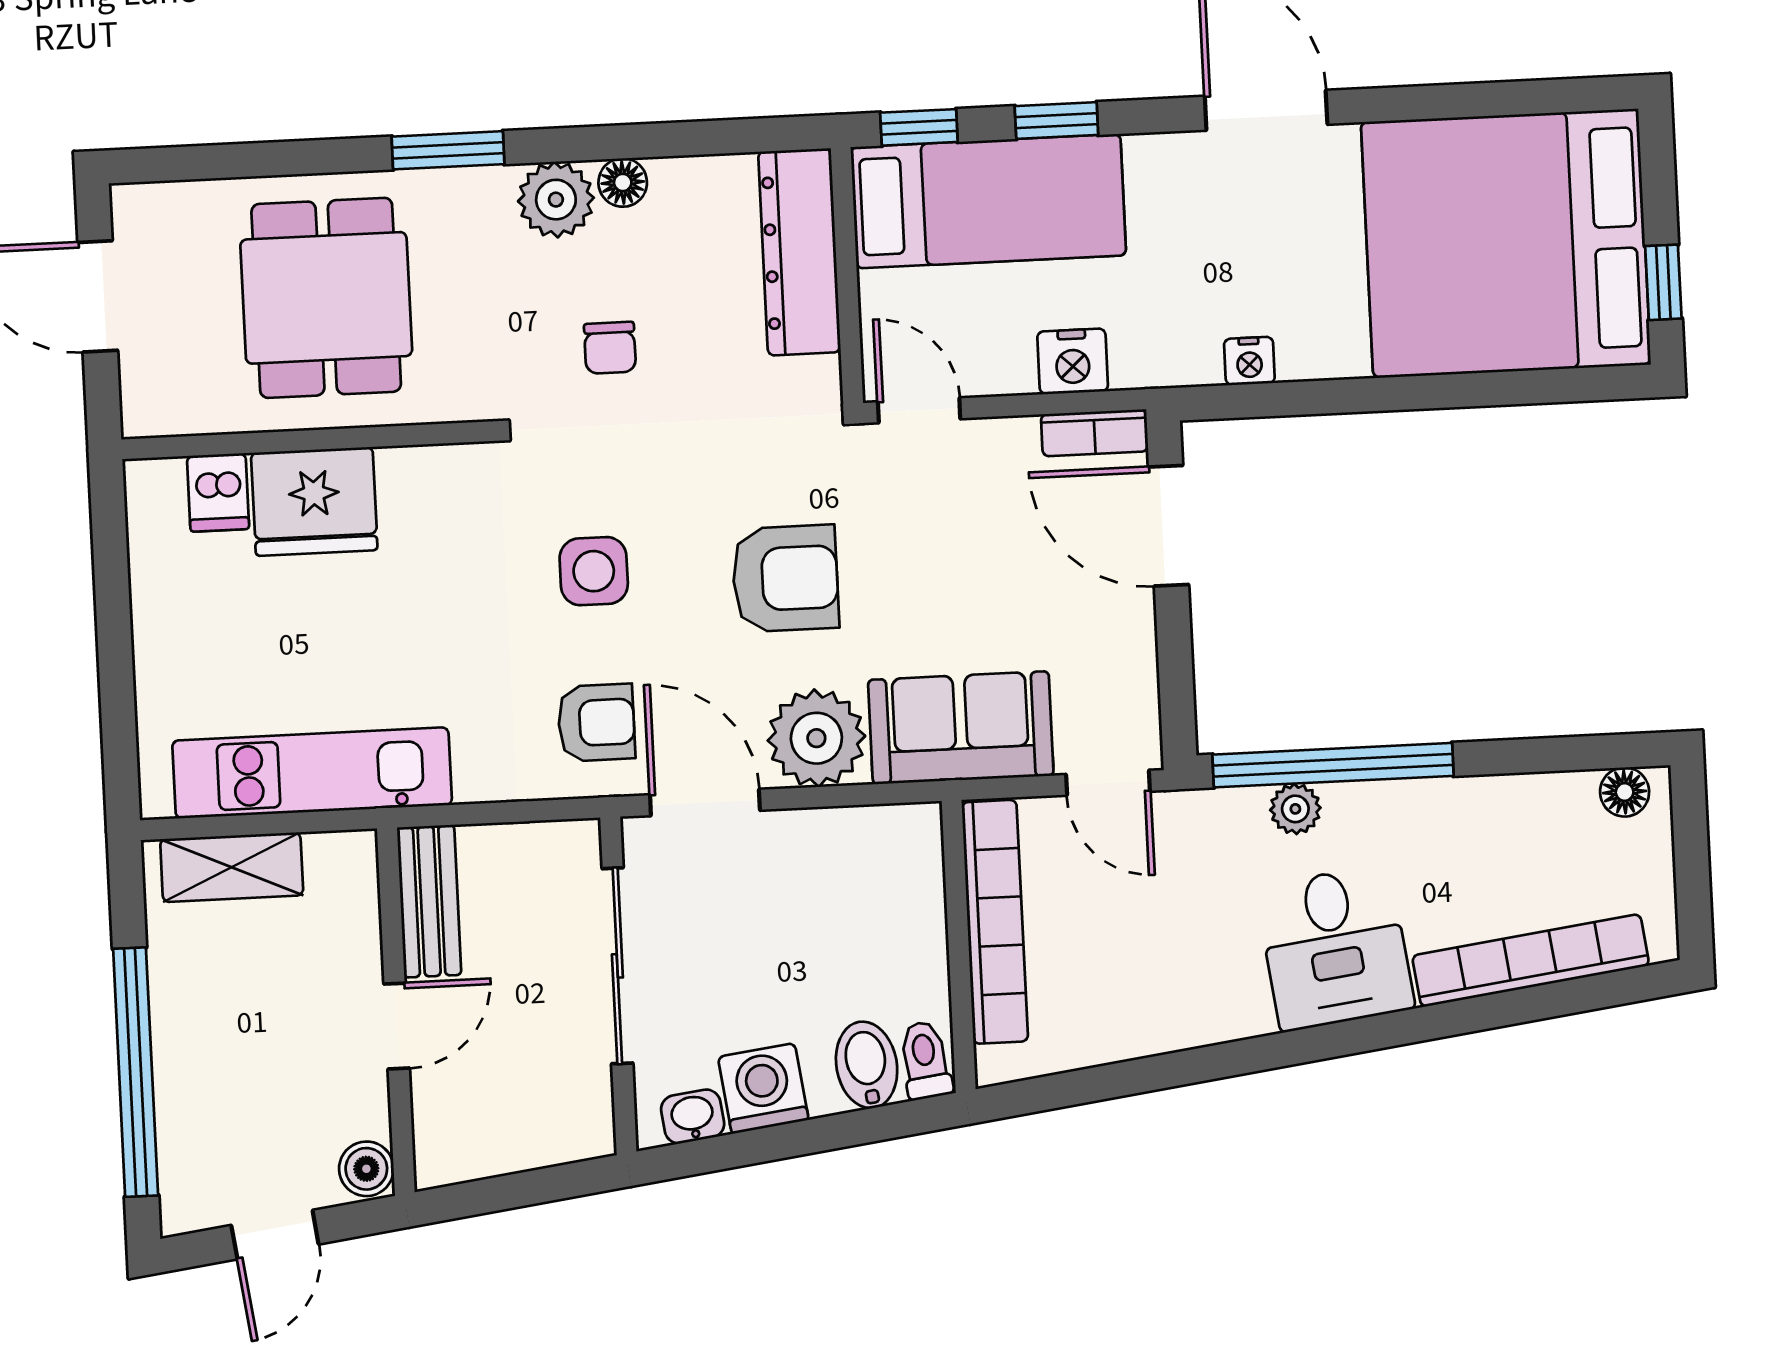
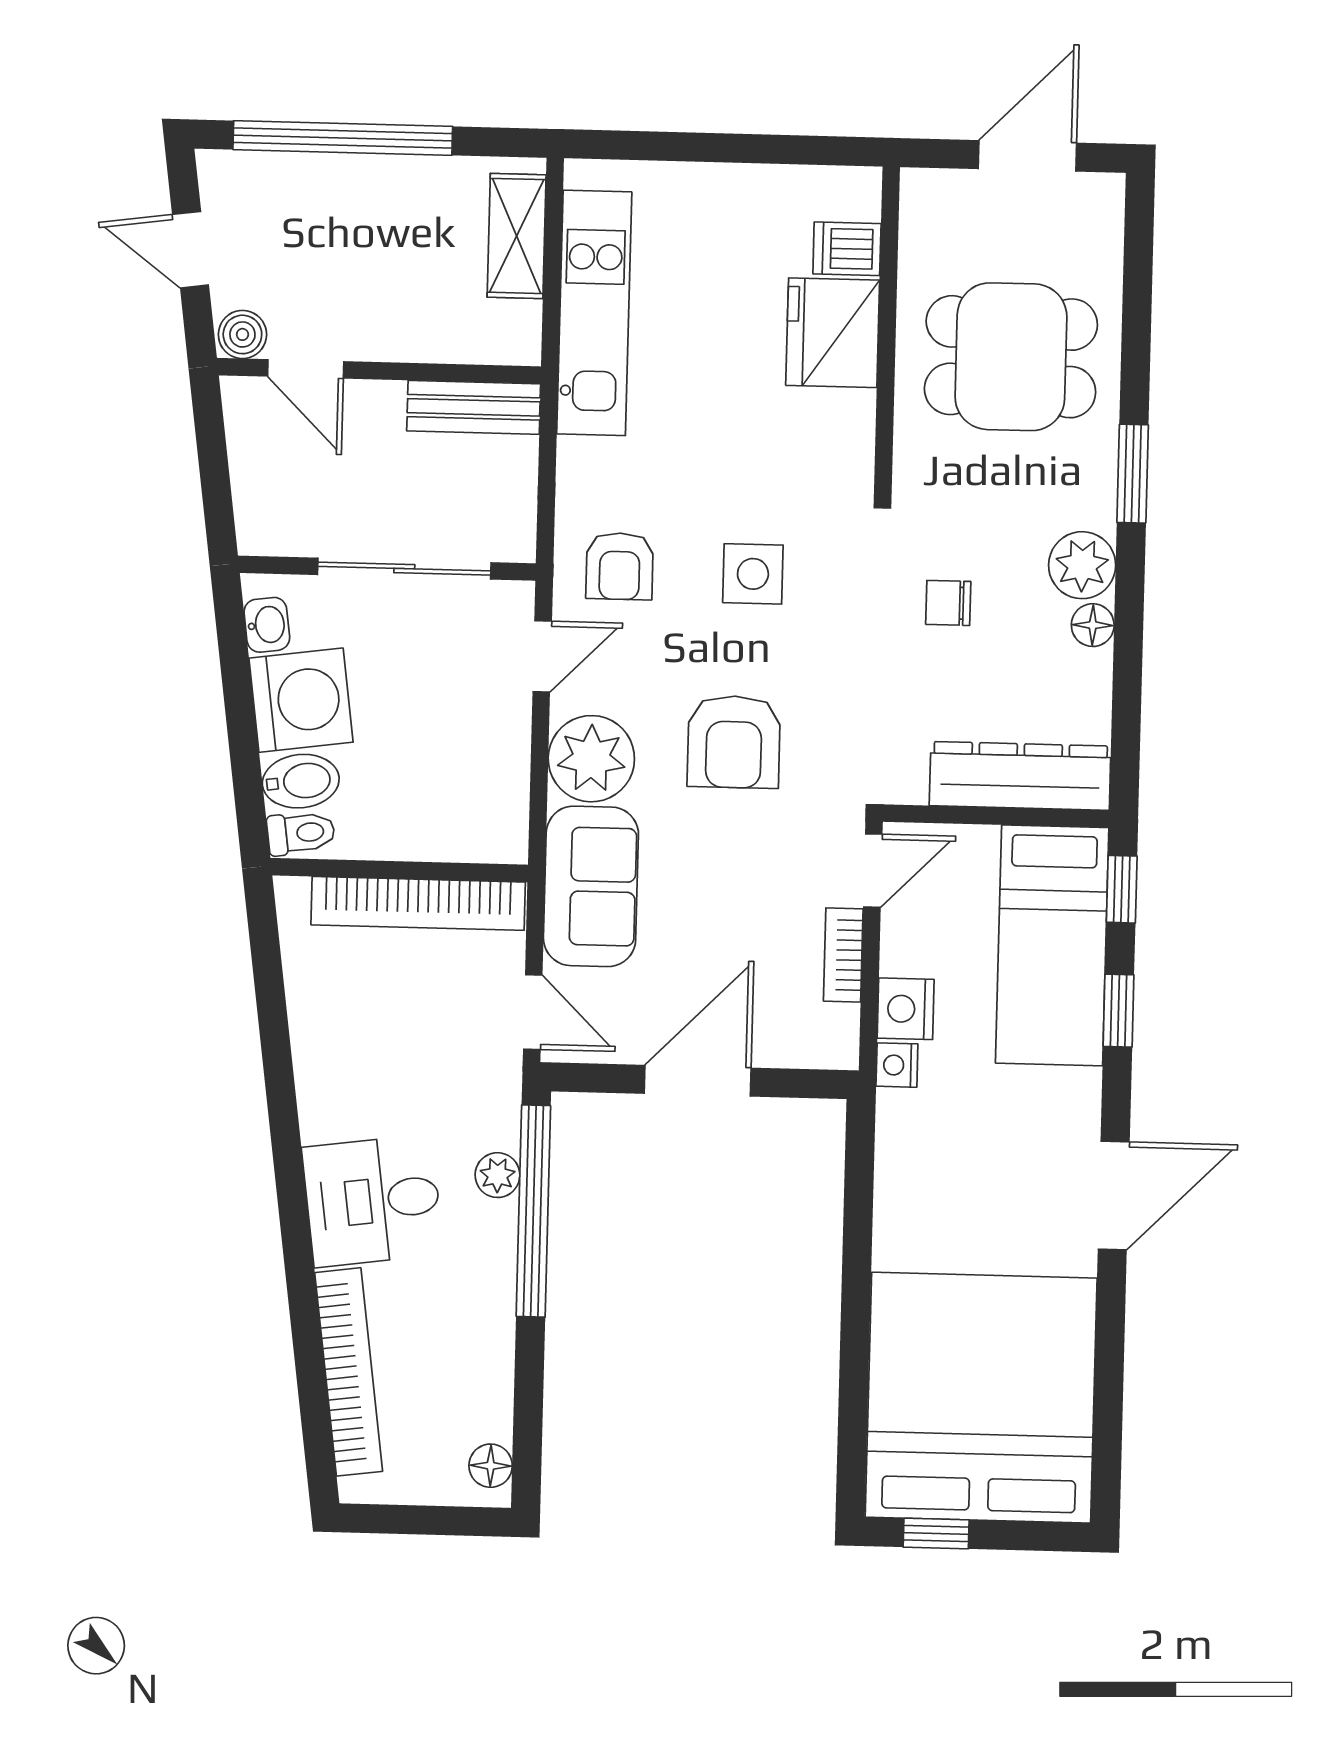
nightstand: (1249, 361) -> (897, 1065), moved
bookcase: (1095, 433) -> (843, 955), moved
door: (1168, 526) -> (698, 1081), moved
door: (1108, 783) -> (533, 1012), swing flipped
door: (705, 803) -> (542, 656), width x0.73
door: (397, 1026) -> (306, 369), moved
washing machine: (763, 1088) -> (301, 700), width x1.37, depth x1.37

